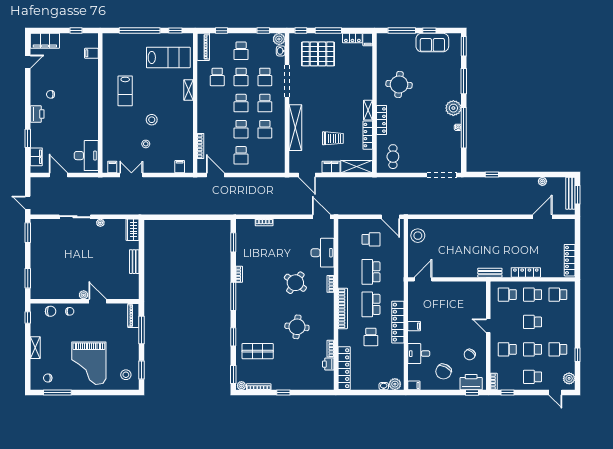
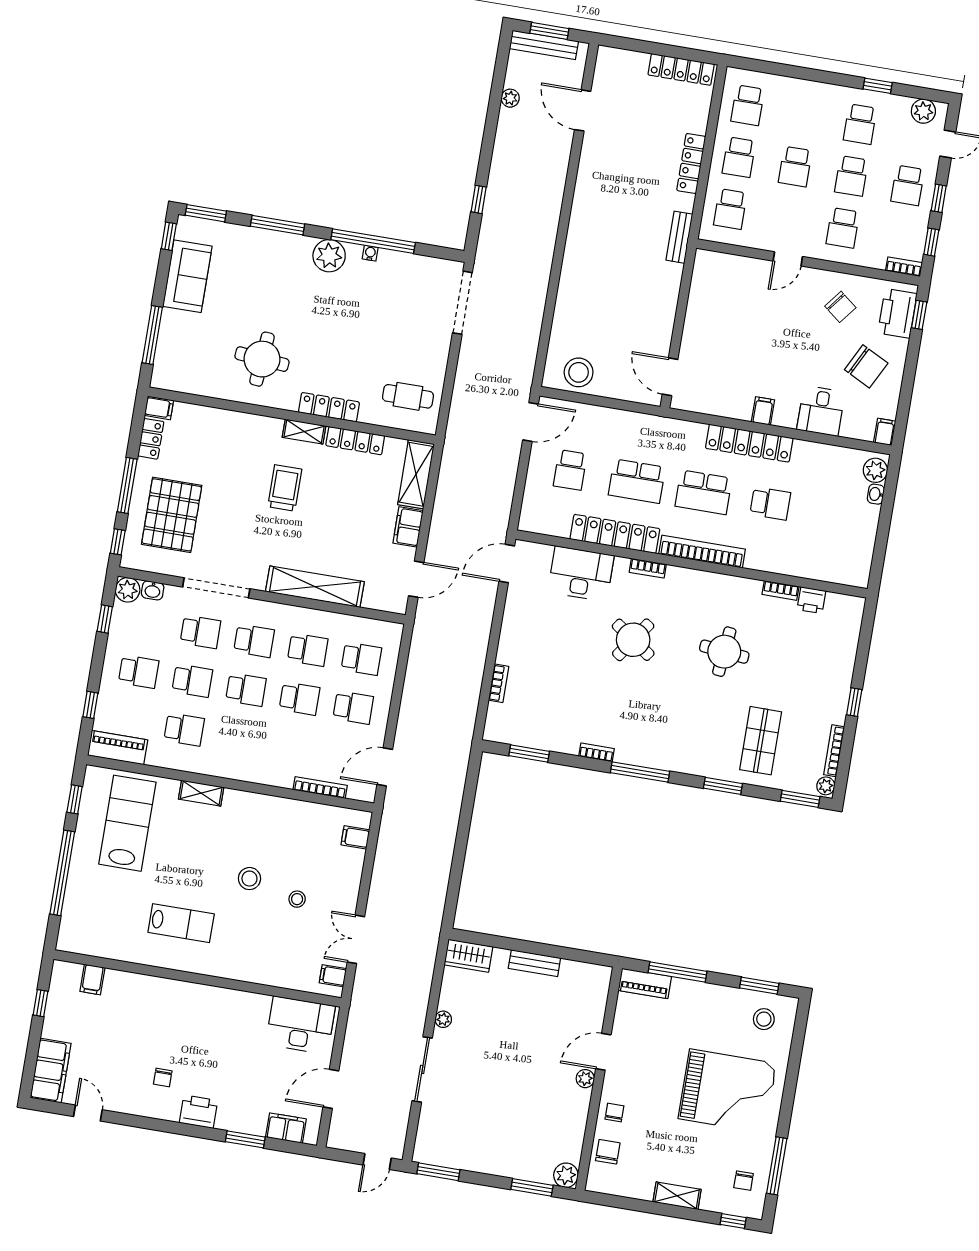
window: (429, 31) -> (169, 236), moved
trolley: (333, 138) -> (285, 488), moved
school desk: (265, 155) -> (361, 659), added
school desk: (371, 239) -> (570, 470), turned 180
plant: (36, 293) -> (566, 1175), added
window: (28, 318) -> (733, 1221), moved
locker: (344, 368) -> (615, 534), moved
window: (529, 393) -> (939, 198), added

